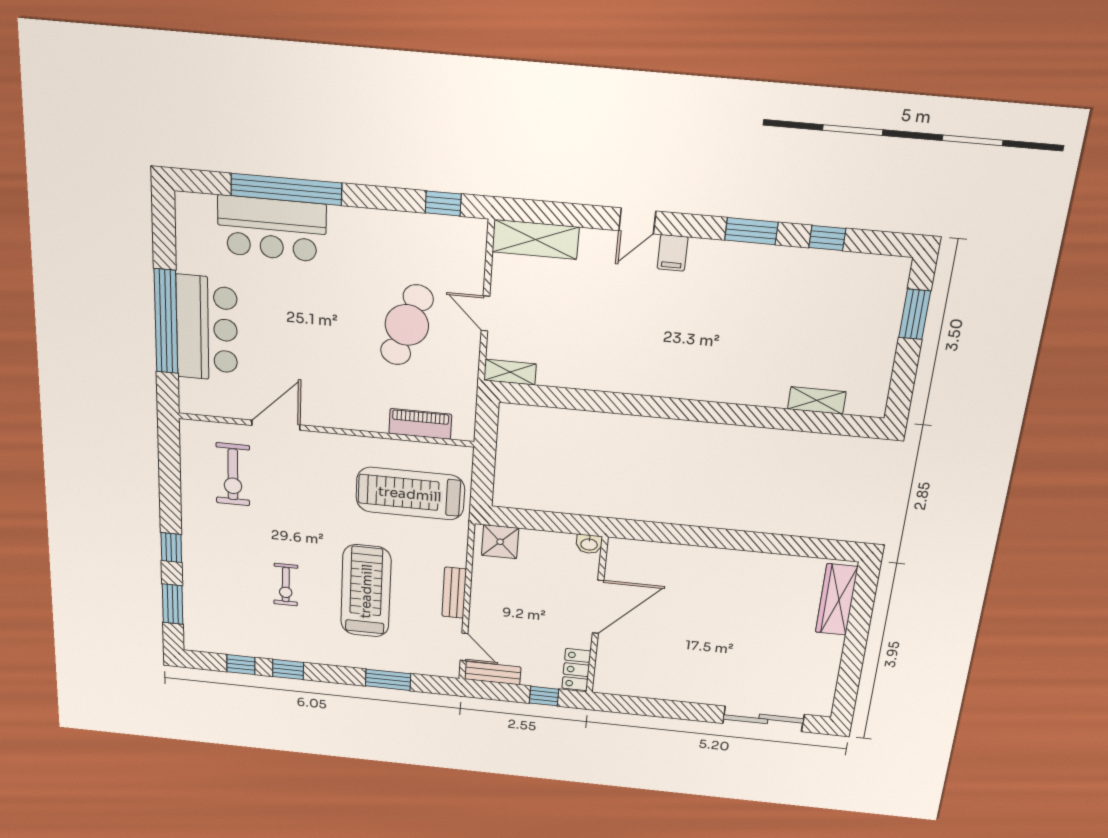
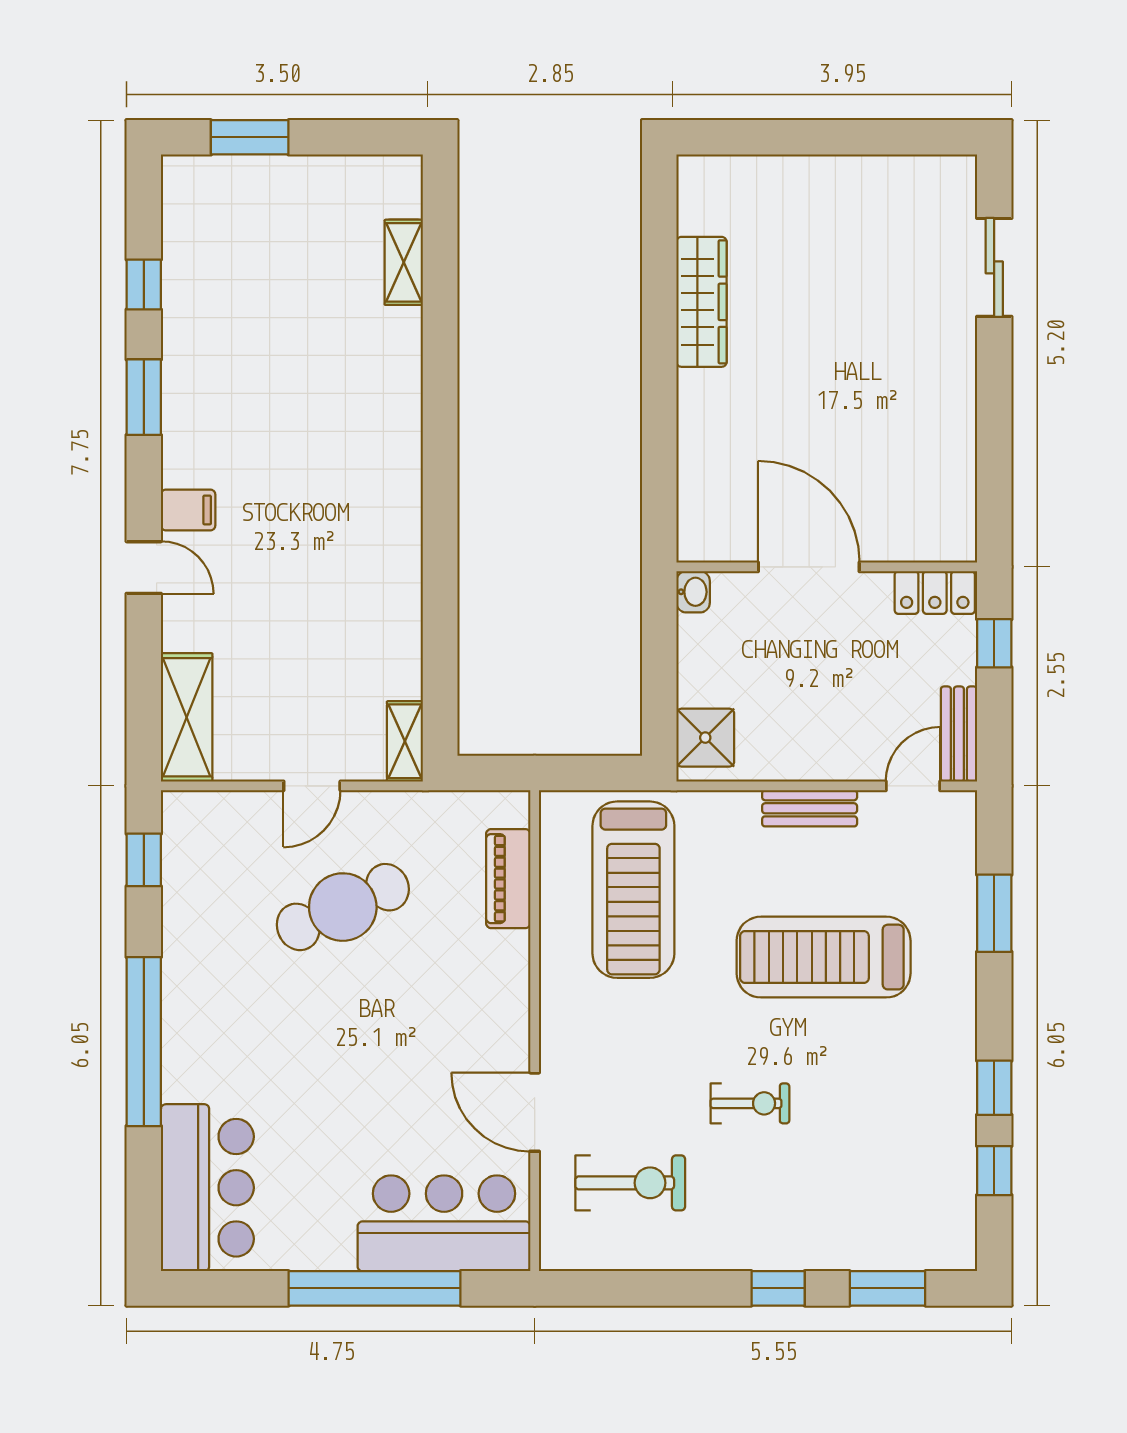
window: (286, 189) -> (144, 1042), moved
bar counter: (272, 229) -> (207, 1188), moved
cafe table: (407, 325) -> (343, 907), turned -43
bar counter: (207, 328) -> (444, 1223), moved
exercise bike: (286, 585) -> (750, 1103), moved
wardrobe: (837, 599) -> (702, 302), moved, turned -90
sliding door: (763, 719) -> (994, 267), width x0.73

